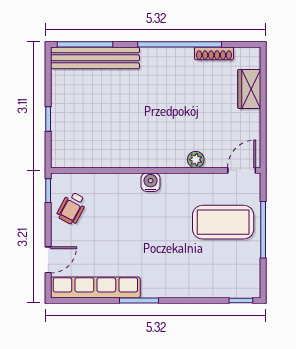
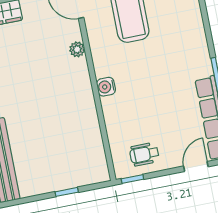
wheelchair: (72, 208) -> (144, 154), turned 152
door: (48, 260) -> (196, 166), hinge flipped

